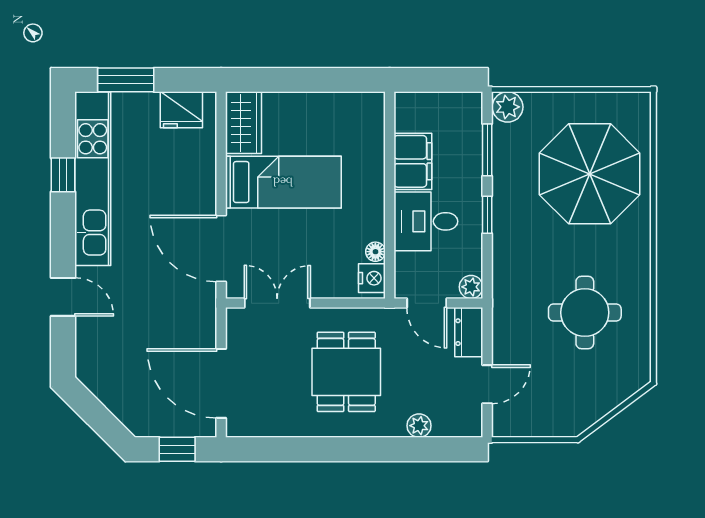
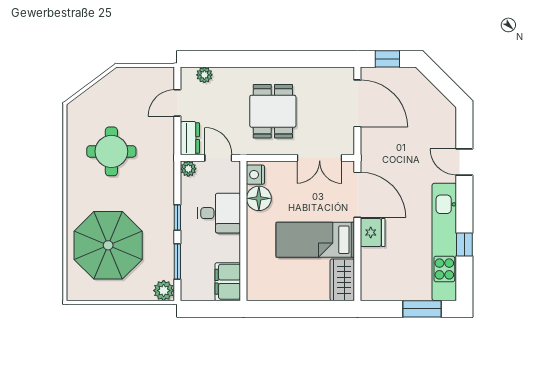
fridge: (181, 110) -> (373, 232), moved, turned 90
filing cabinet: (413, 161) -> (228, 282), moved
floor lamp: (375, 252) -> (259, 198), width x1.89, depth x1.89
plant: (419, 426) -> (204, 75), moved

